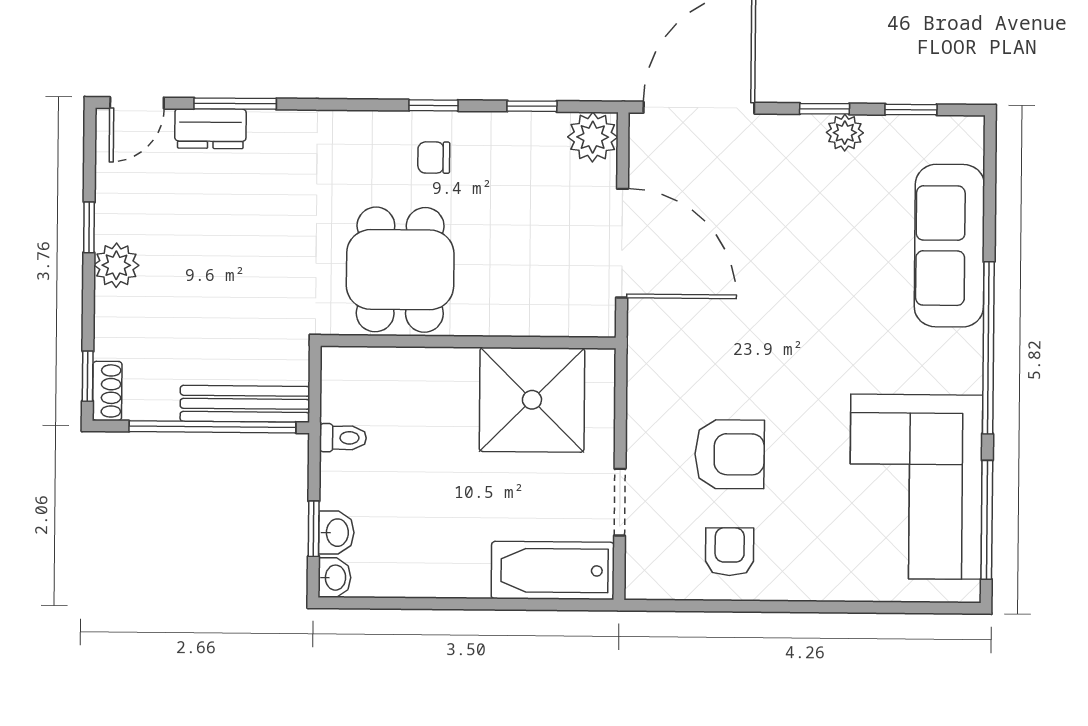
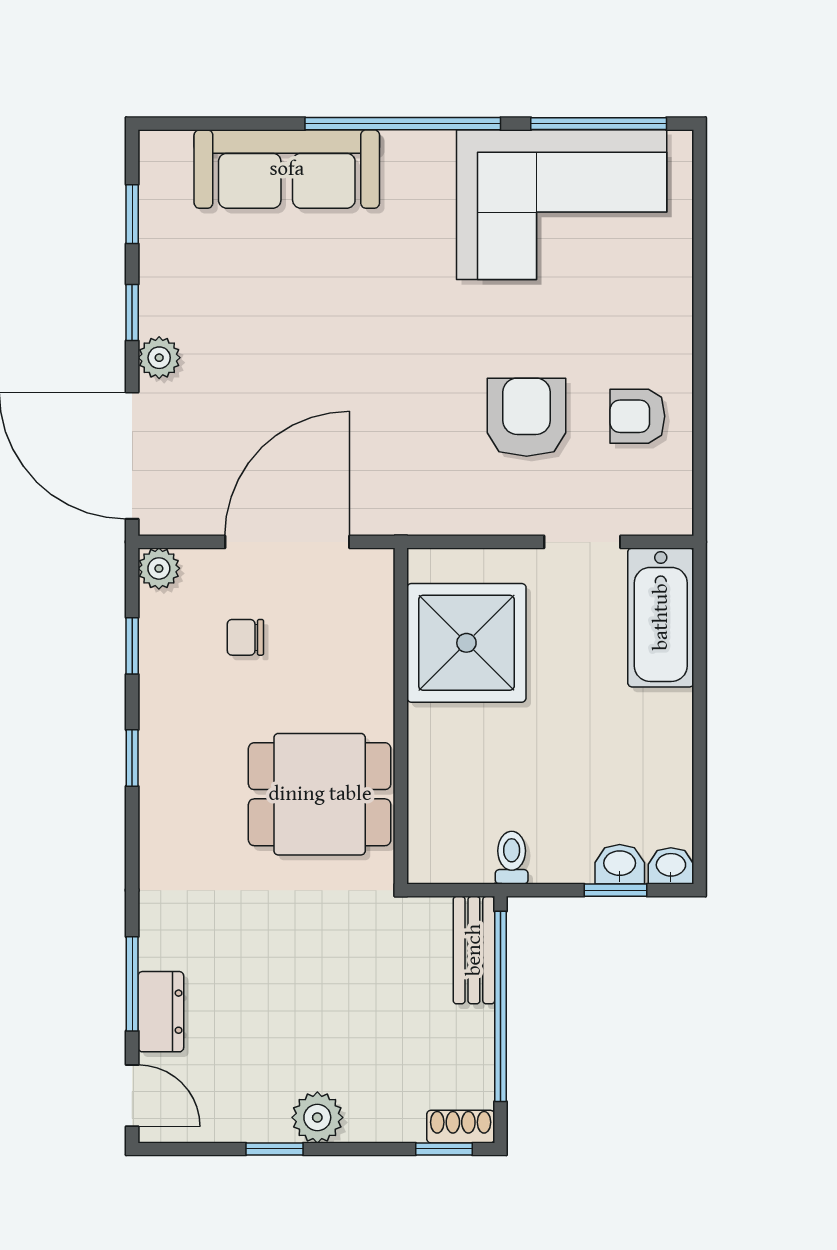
plant: (845, 133) -> (159, 358), moved
plant: (593, 137) -> (159, 568), width x0.73, depth x0.73
chair: (434, 158) -> (245, 637), moved, turned 90
bench: (245, 404) -> (474, 950), width x0.73

